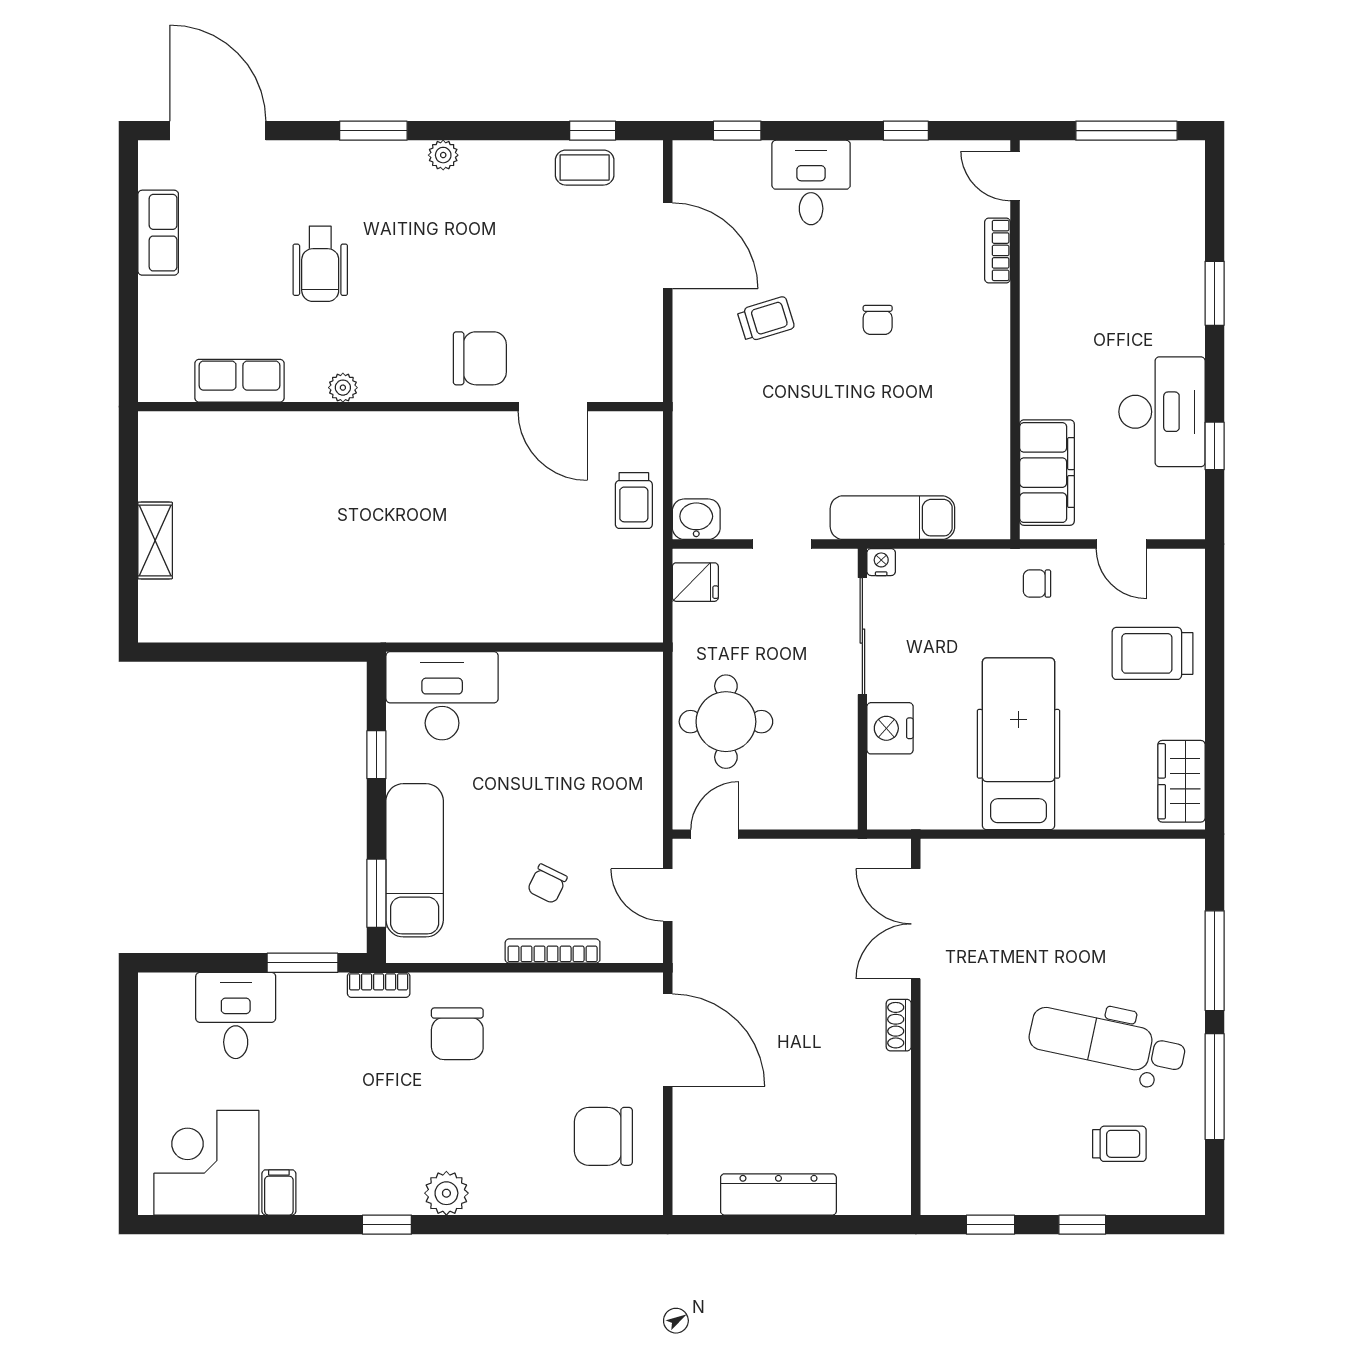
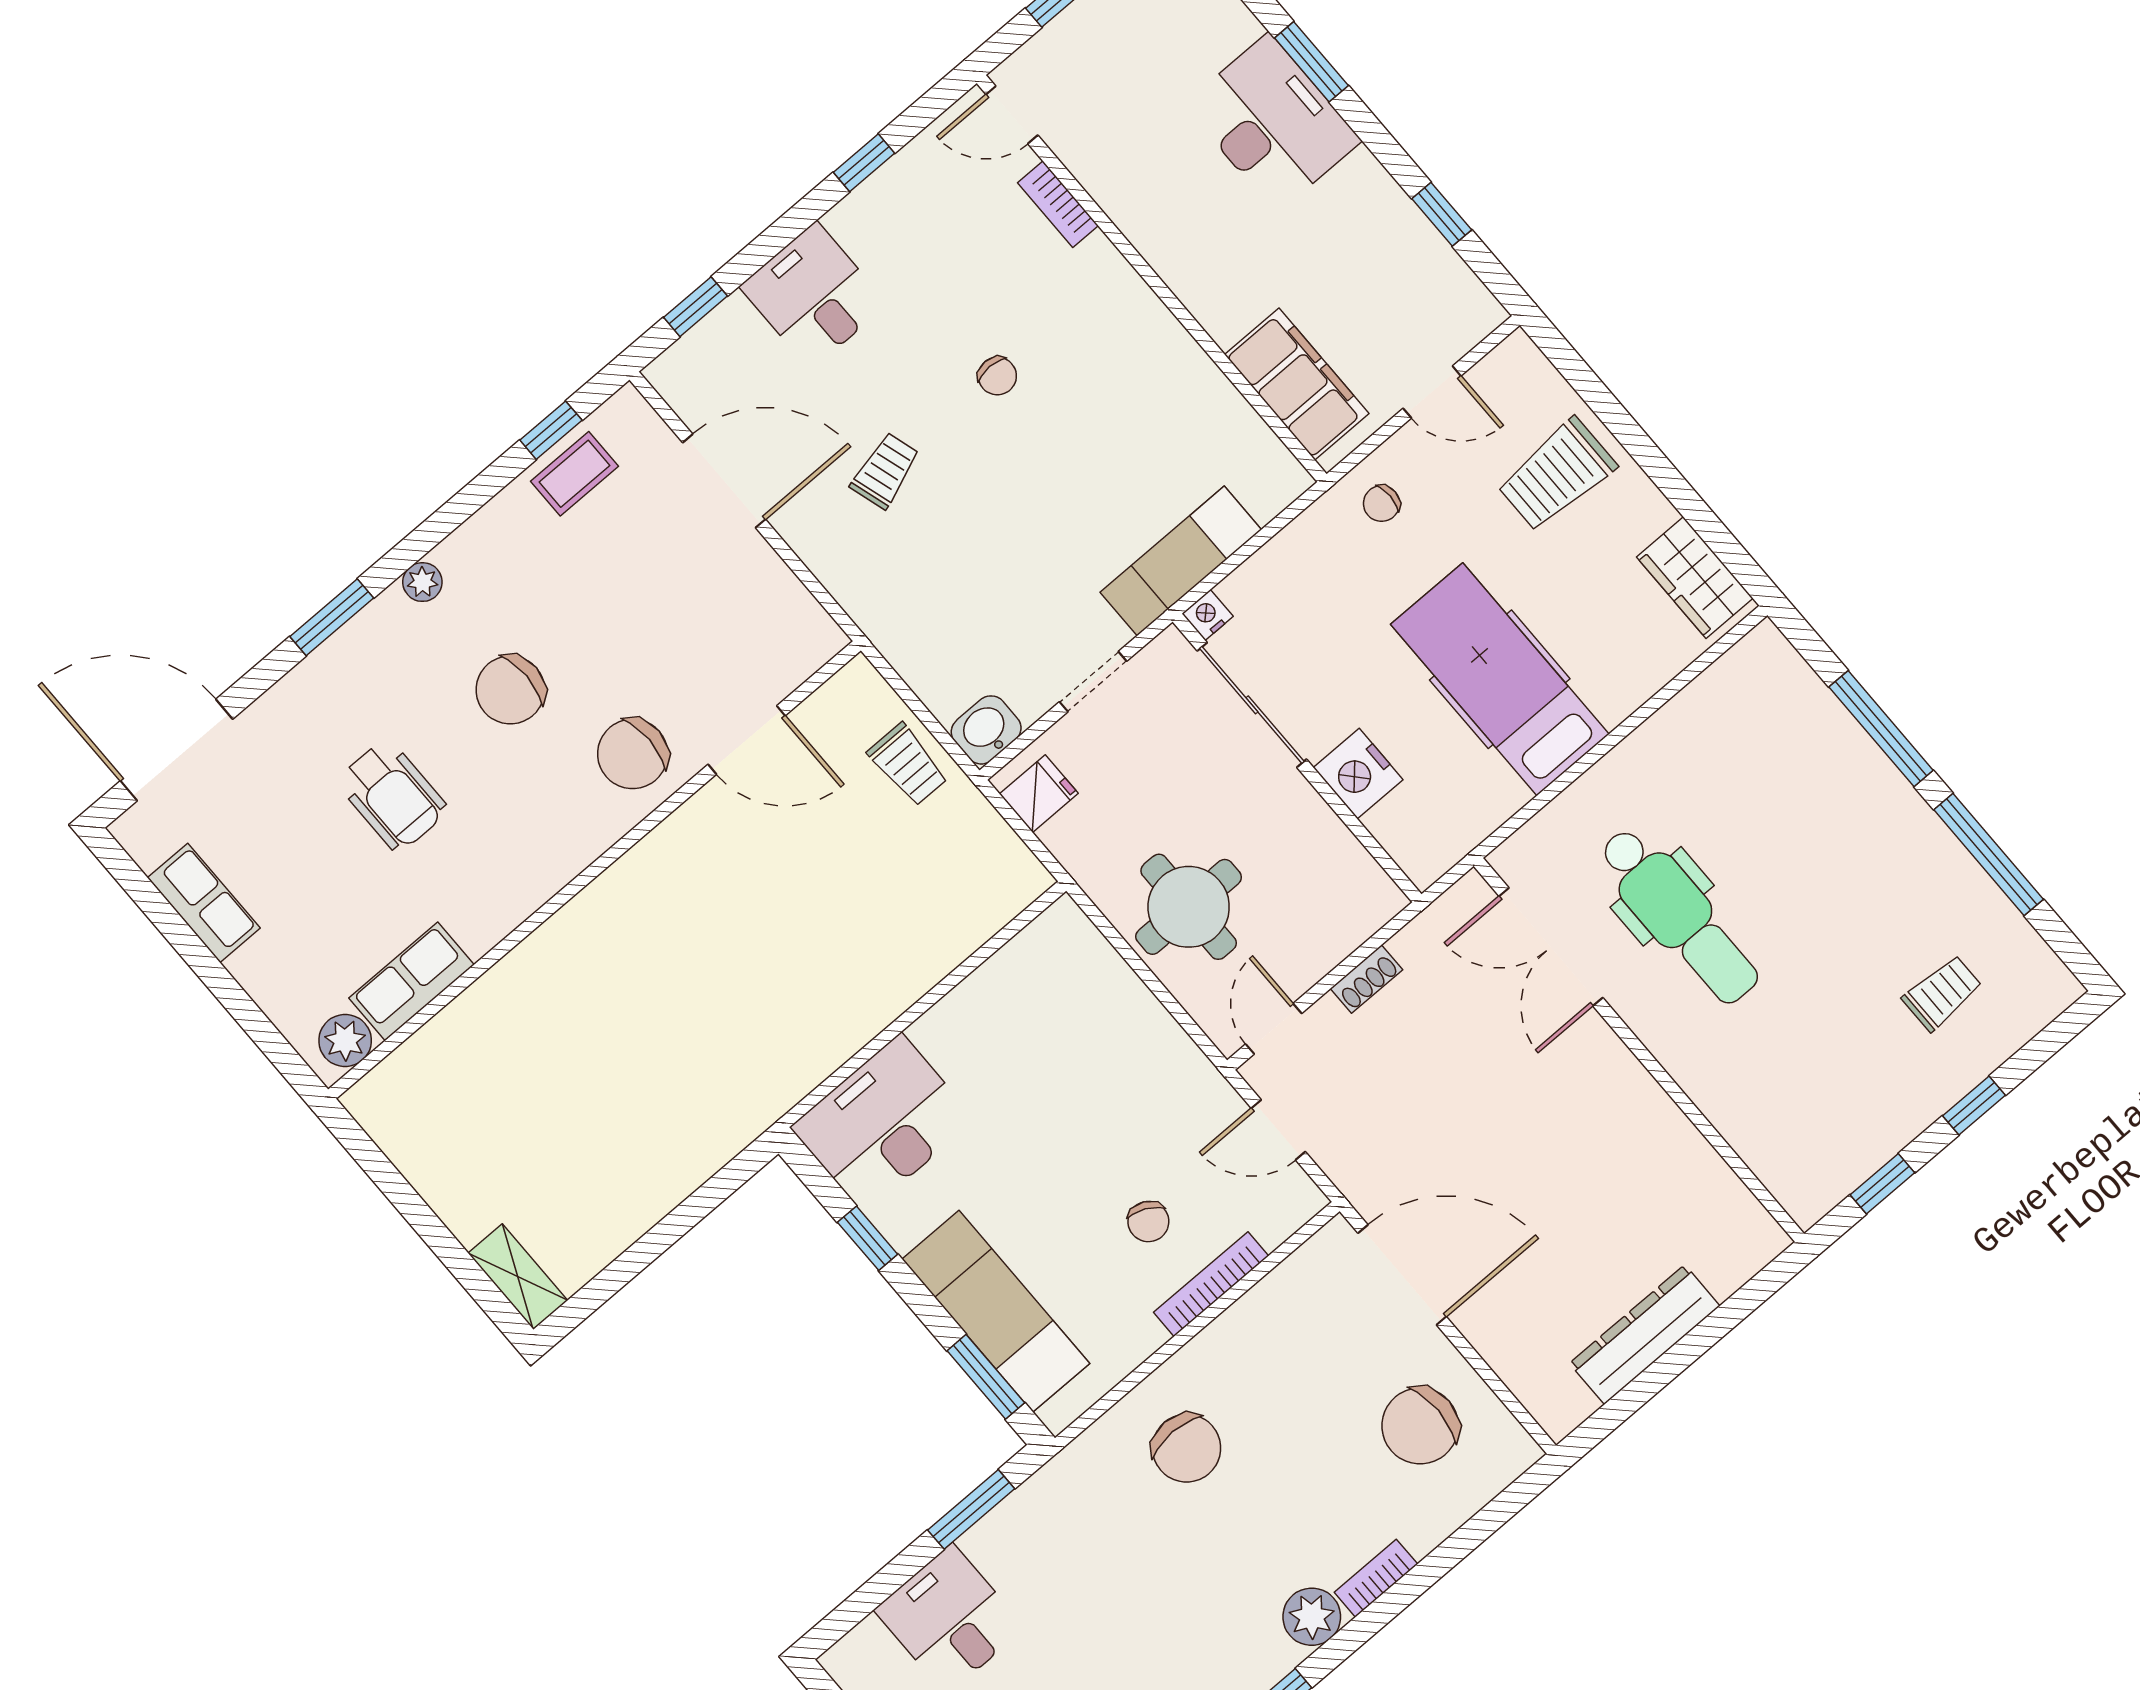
chair: (441, 261) -> (510, 690), added
chair: (480, 358) -> (633, 754), turned 180
plant: (343, 388) -> (345, 1041), moved, width x1.38, depth x1.38
desk: (1162, 412) -> (1273, 123), moved
shelving: (155, 541) -> (518, 1277), moved
bookcase: (379, 985) -> (1376, 1578), moved, turned 180
shoe rack: (899, 1025) -> (1366, 979), moved, turned -90
dental chair: (1107, 1042) -> (1679, 916), moved, turned -102

